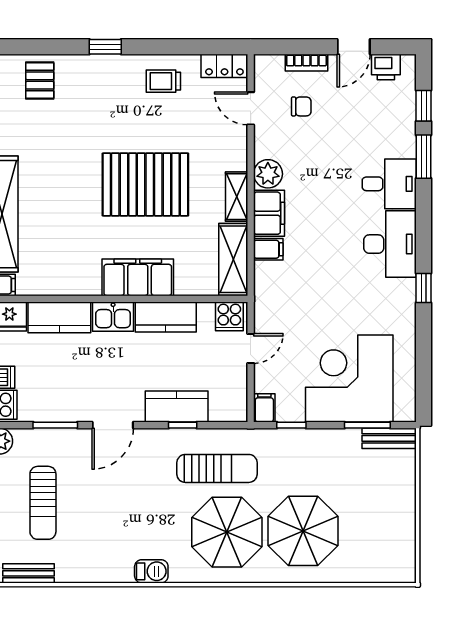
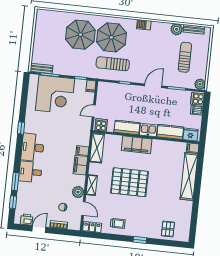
plant: (268, 174) -> (78, 192), moved
shelving: (237, 197) -> (92, 185), moved
kitchen counter: (177, 406) -> (126, 91), removed
plant: (70, 569) -> (177, 29), added

